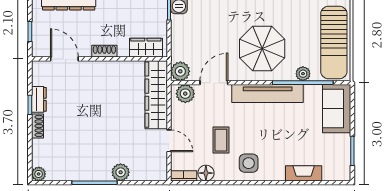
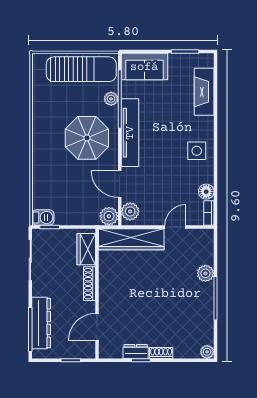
shoe rack: (104, 51) -> (89, 284), width x1.43
coffee table: (221, 140) -> (175, 177), removed
fireplace: (304, 173) -> (204, 92), width x1.37, depth x1.32

